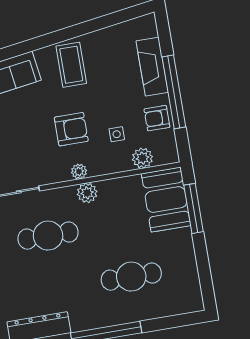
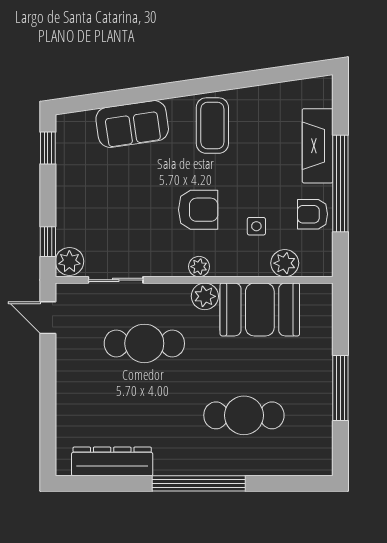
booth: (166, 200) -> (260, 309), moved, turned 90
window: (194, 208) -> (340, 388), moved

